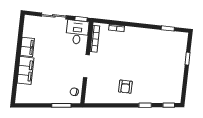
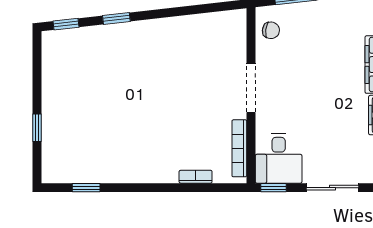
armchair: (125, 87) -> (163, 53), removed

